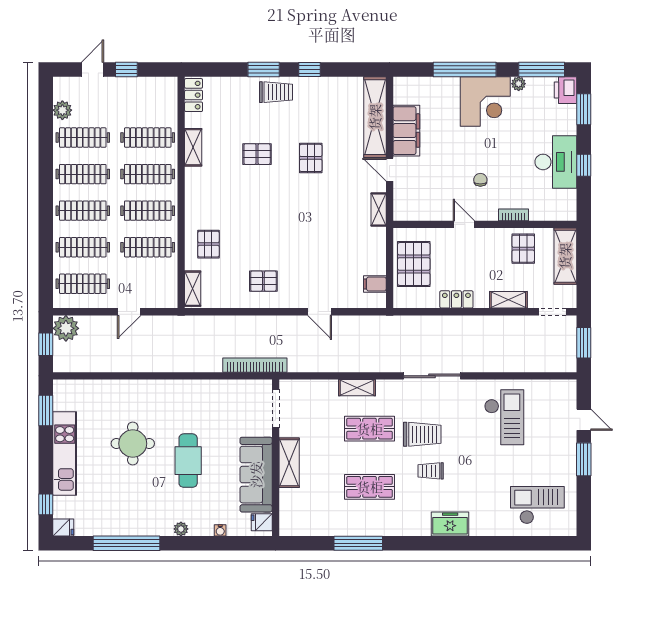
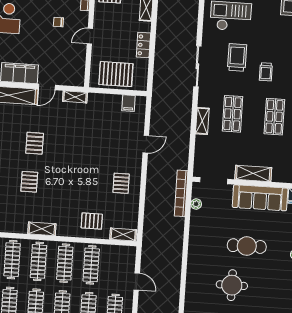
shelving: (193, 147) -> (42, 229), moved
pallet: (311, 158) -> (35, 143), turned 90
plant: (242, 387) -> (196, 204), added
trolley: (422, 434) -> (237, 58), moved

